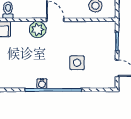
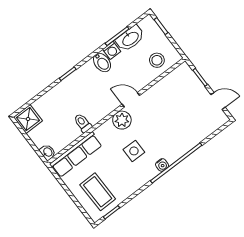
side table: (77, 63) -> (134, 151), moved

